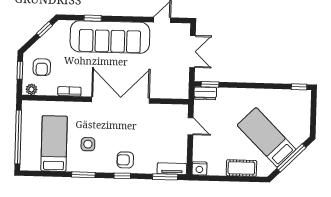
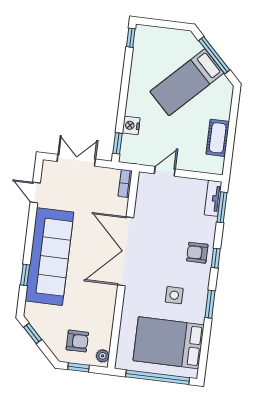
bookcase: (69, 91) -> (125, 183), moved
dresser: (205, 93) -> (128, 150), removed
bed: (54, 144) -> (169, 343), width x1.50
armchair: (125, 160) -> (197, 253), turned 90
nightstand: (199, 168) -> (131, 125), moved, turned 180
cot: (241, 168) -> (218, 138), moved

